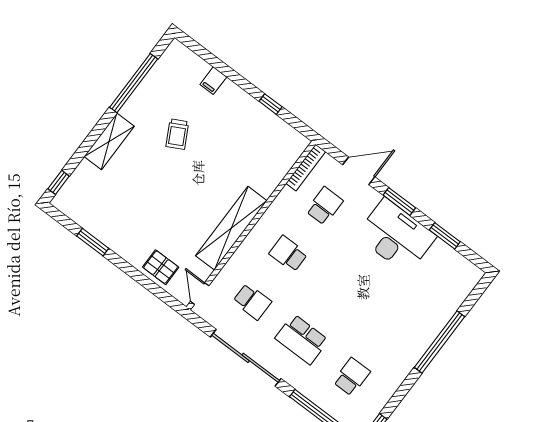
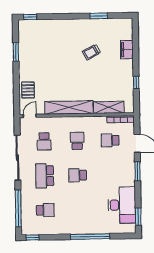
filing cabinet: (213, 81) -> (127, 50), width x2.00
window: (134, 83) -> (99, 16), width x0.47
shelving: (109, 141) -> (109, 107), moved
school desk: (324, 206) -> (110, 140), turned 180
desk: (396, 236) -> (122, 205), moved
window: (445, 236) -> (138, 217), moved
school desk: (338, 291) -> (78, 175), added

